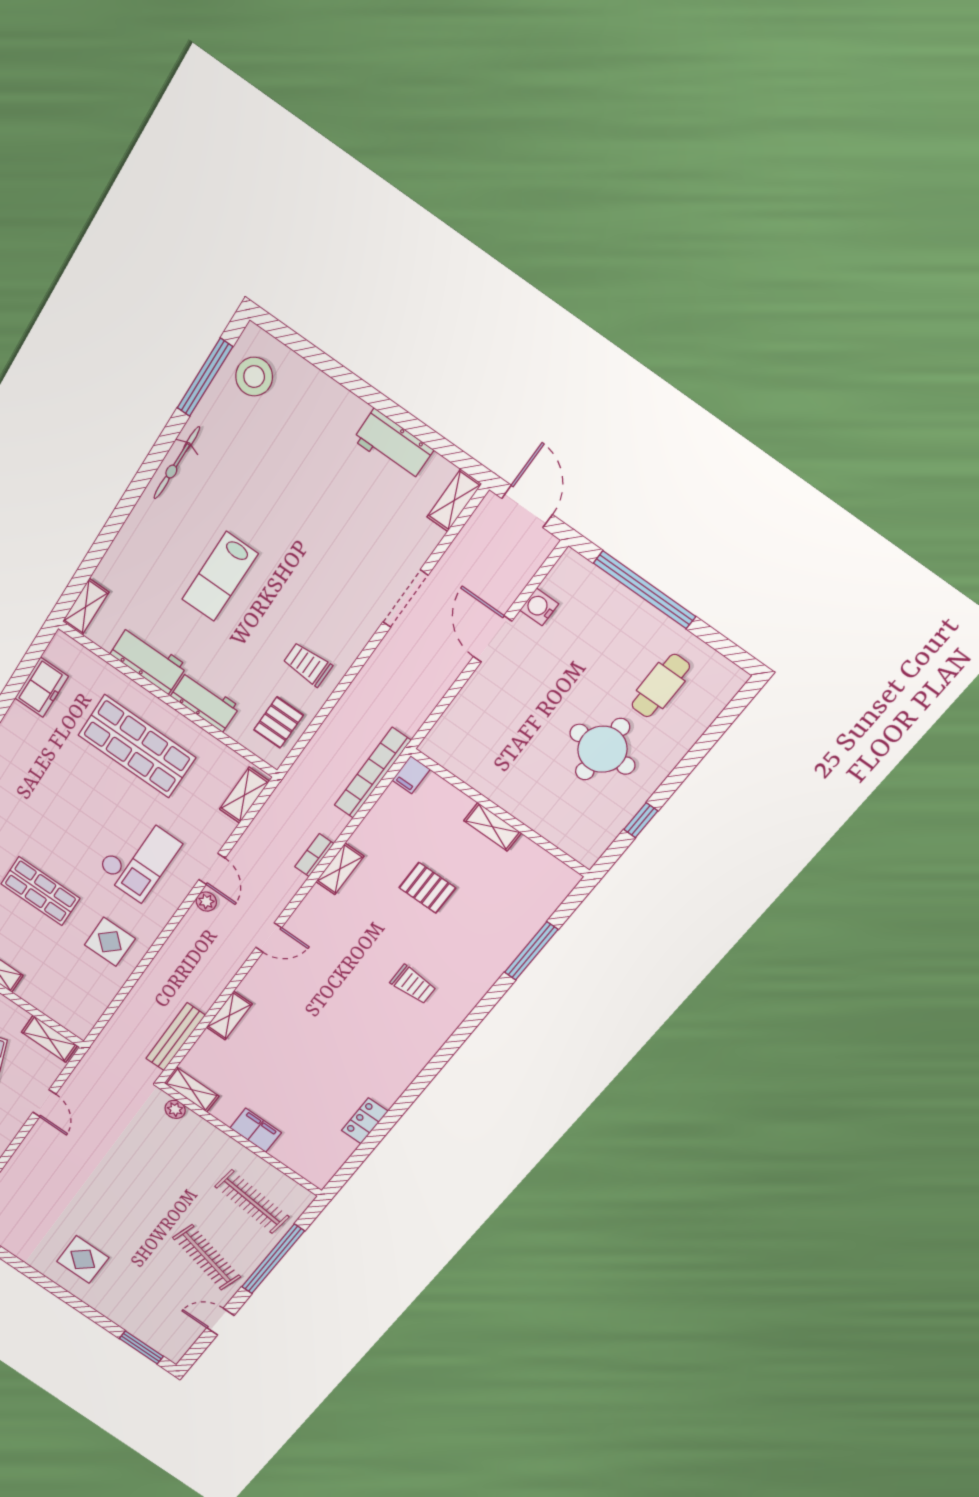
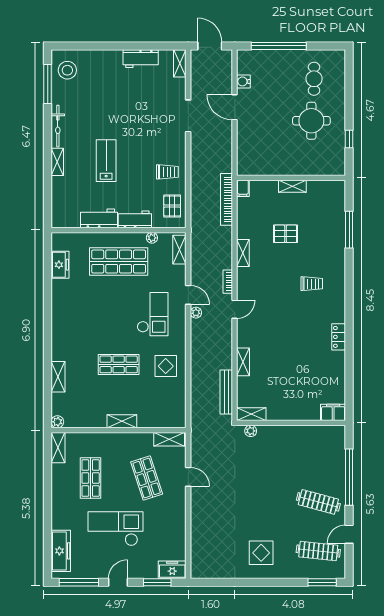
lab bench: (220, 577) -> (106, 161), turned 180
shelving: (86, 607) -> (57, 162), moved
trolley: (308, 665) -> (167, 172), turned 180
plant: (213, 748) -> (152, 238), added
bookcase: (314, 855) -> (228, 282), moved
locker: (365, 1121) -> (339, 337), moved
filing cabinet: (256, 1130) -> (333, 412), moved
clothes rail: (252, 1202) -> (318, 551), moved

